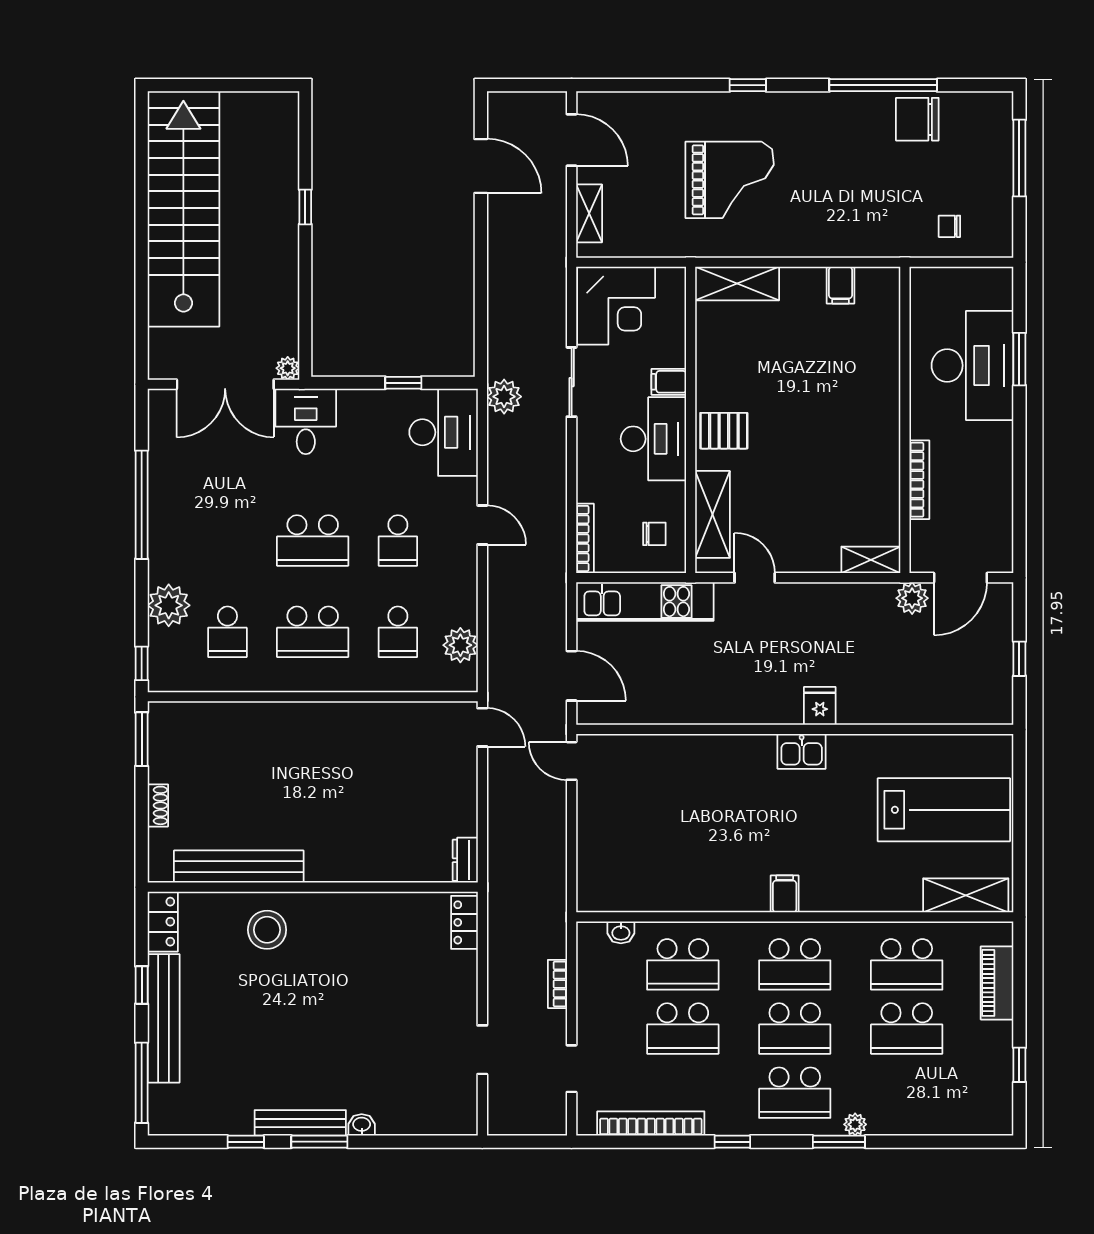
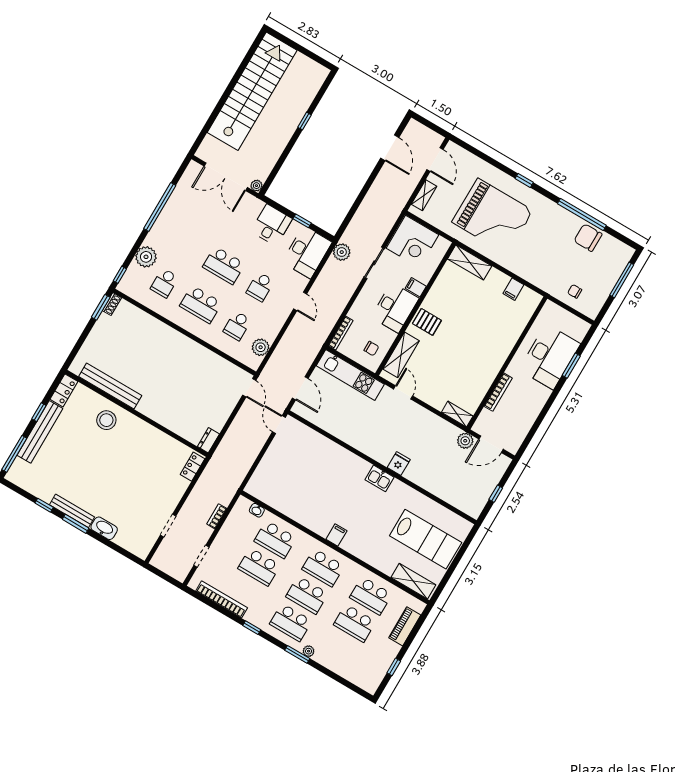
grand piano: (730, 180) -> (493, 216), width x1.37, depth x1.48
desk: (306, 421) -> (272, 225), moved
shoe rack: (158, 805) -> (112, 304), moved
washbasin: (362, 1125) -> (104, 528), width x1.91, depth x1.45

